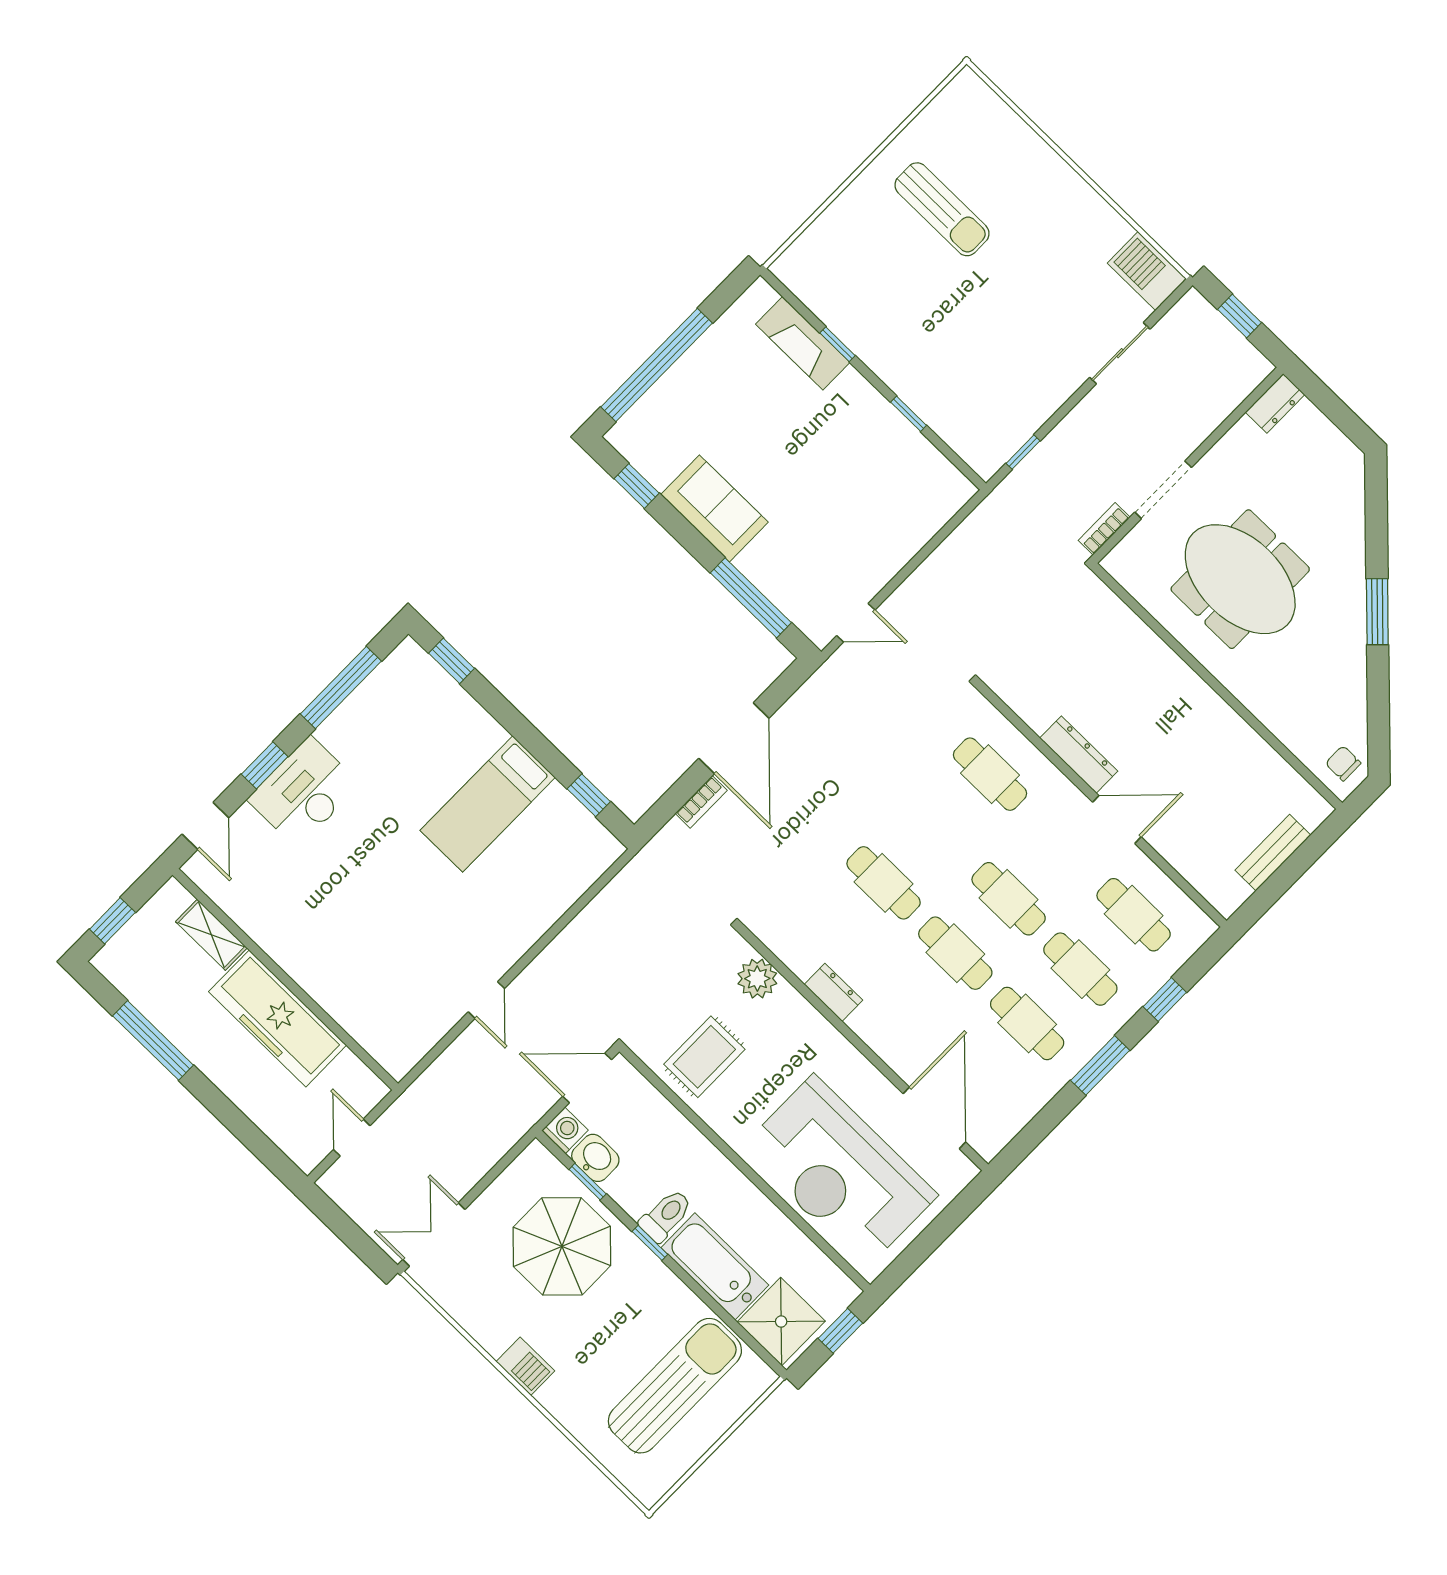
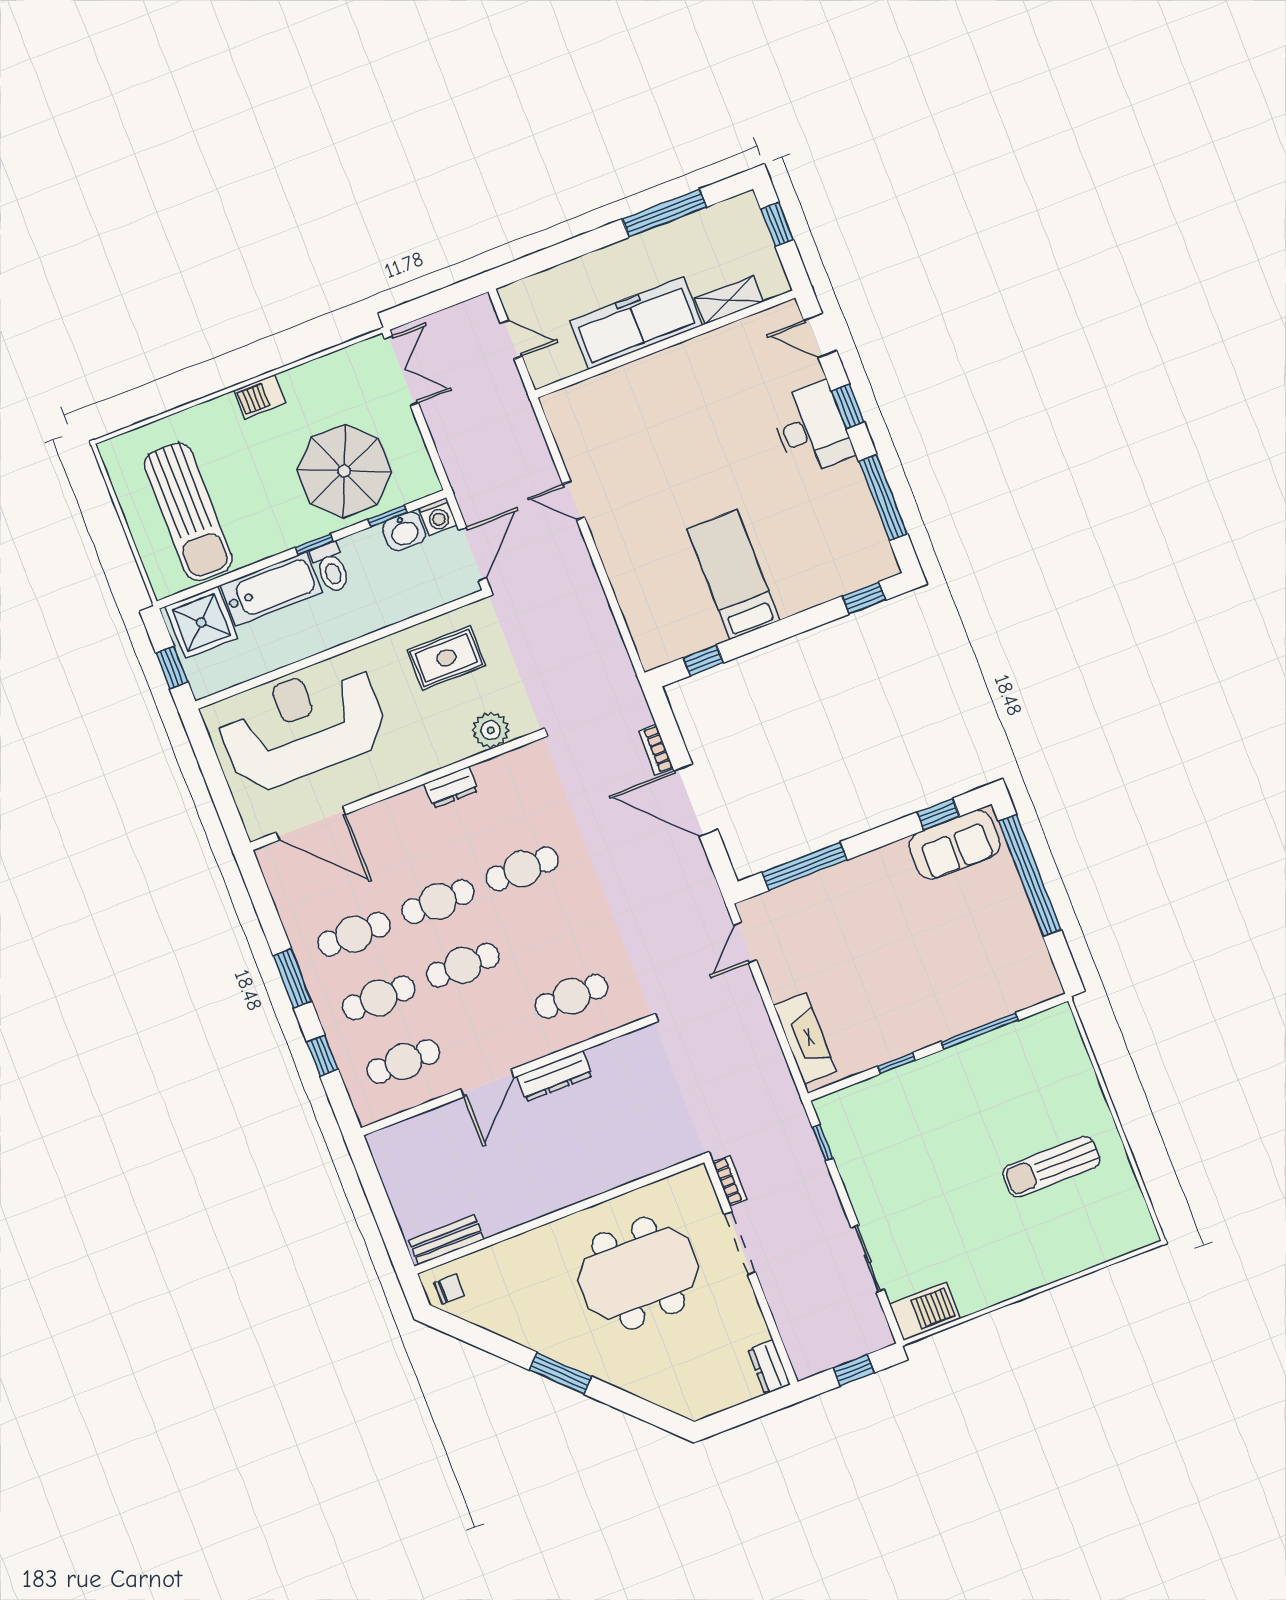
fireplace: (803, 343) -> (805, 1038), moved, turned 90
window: (837, 344) -> (980, 1031), width x2.17
sofa: (714, 508) -> (955, 845), moved
bench: (1273, 853) -> (446, 1240), moved, turned 90
rug: (704, 1057) -> (446, 658), turned 90

